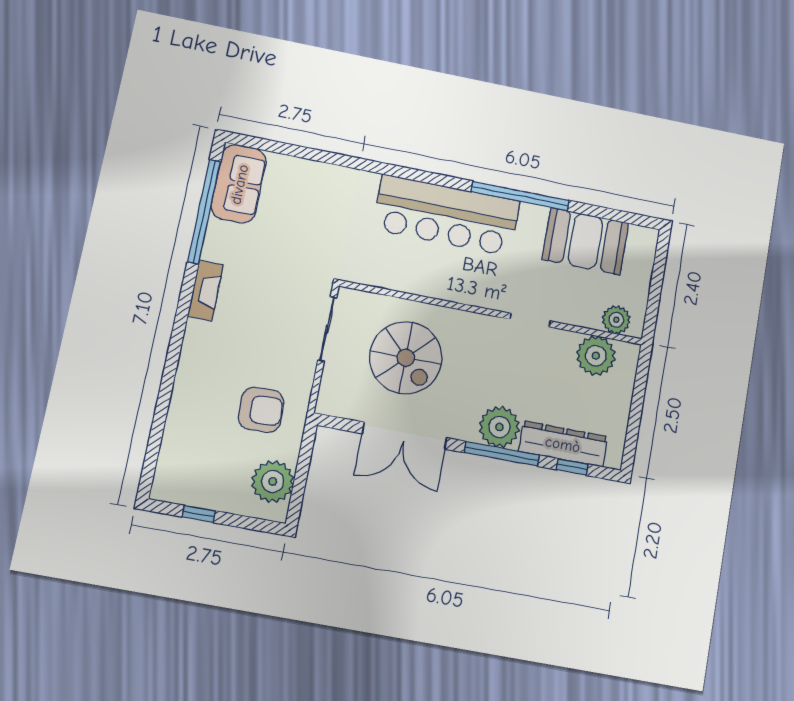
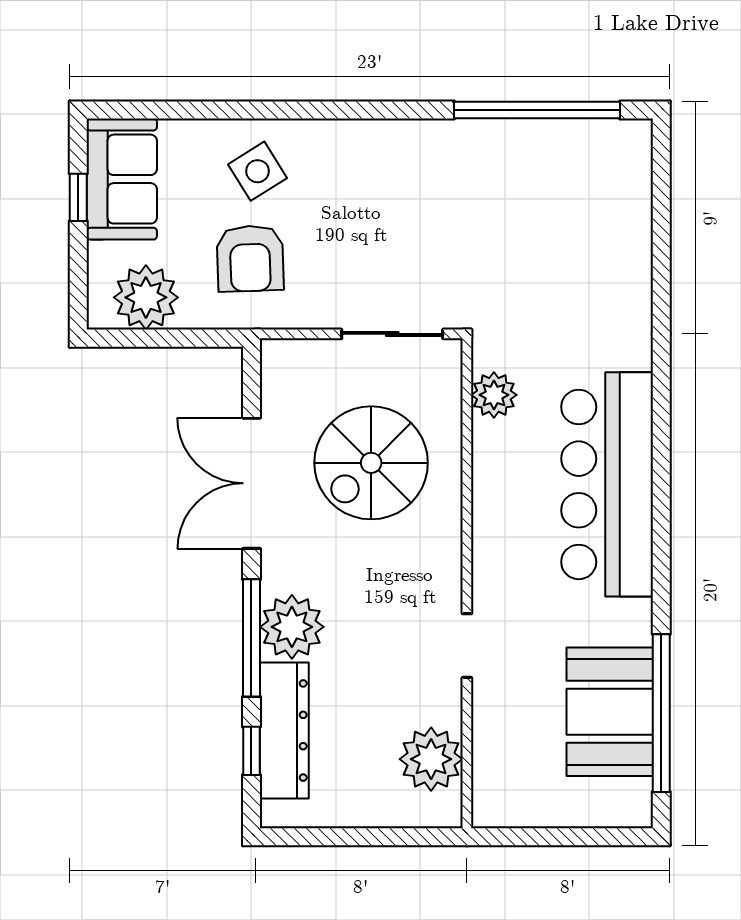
sofa: (239, 184) -> (122, 179), moved, turned -90
window: (520, 196) -> (661, 713), moved
fireplace: (205, 290) -> (415, 138), removed
plant: (616, 320) -> (494, 395), moved
side table: (206, 395) -> (258, 171), added

